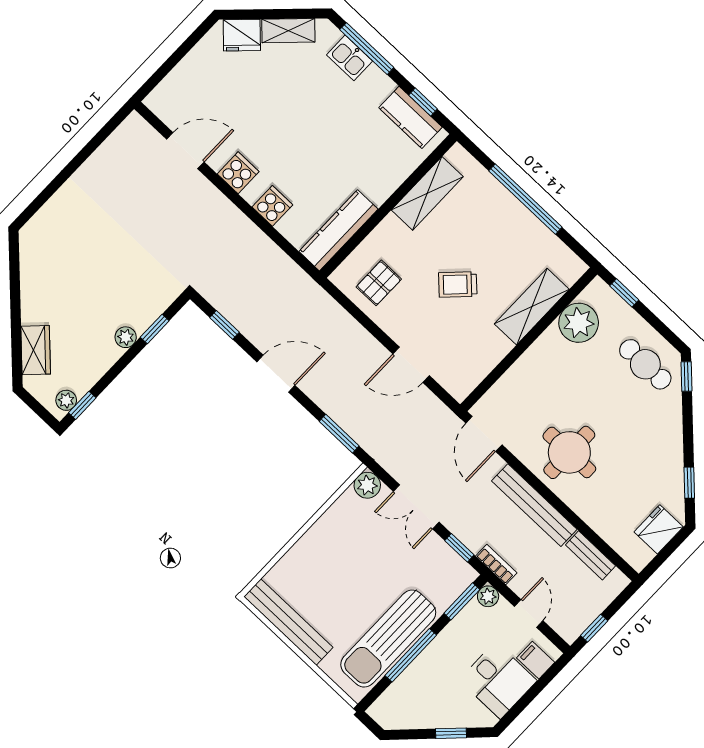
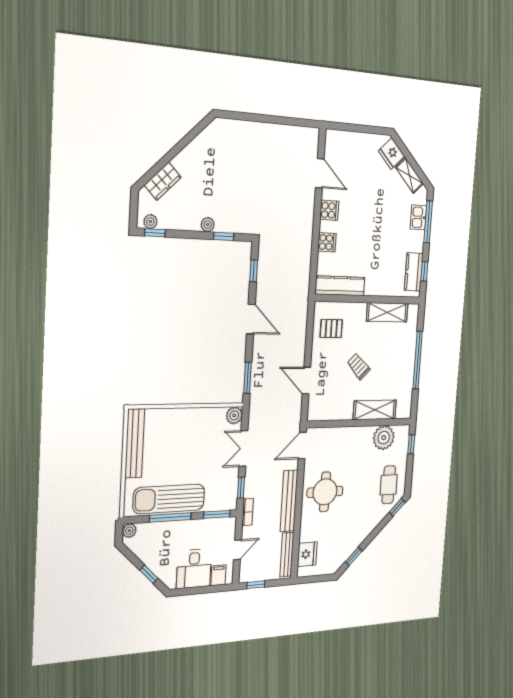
fridge: (659, 529) -> (307, 554), moved, turned 90
bench: (591, 555) -> (287, 555), width x1.36
plant: (488, 596) -> (129, 531), moved

